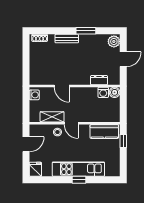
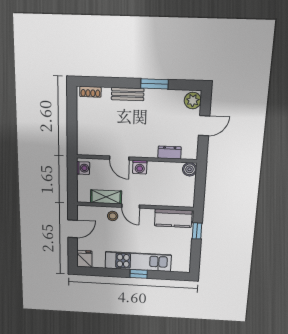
washing machine: (103, 92) -> (140, 167), moved

